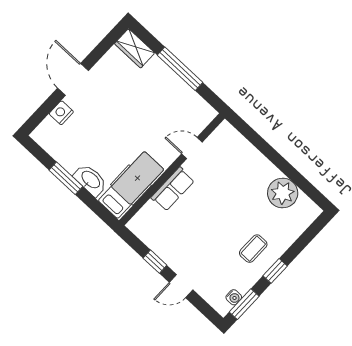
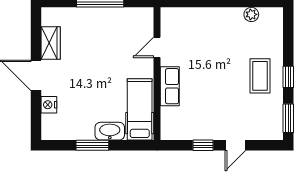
wardrobe: (135, 48) -> (51, 43), moved, turned -90
plant: (283, 193) -> (251, 14), width x0.53, depth x0.53
coffee table: (253, 249) -> (260, 76), width x1.36, depth x1.30
water cooler: (234, 297) -> (277, 120), removed

